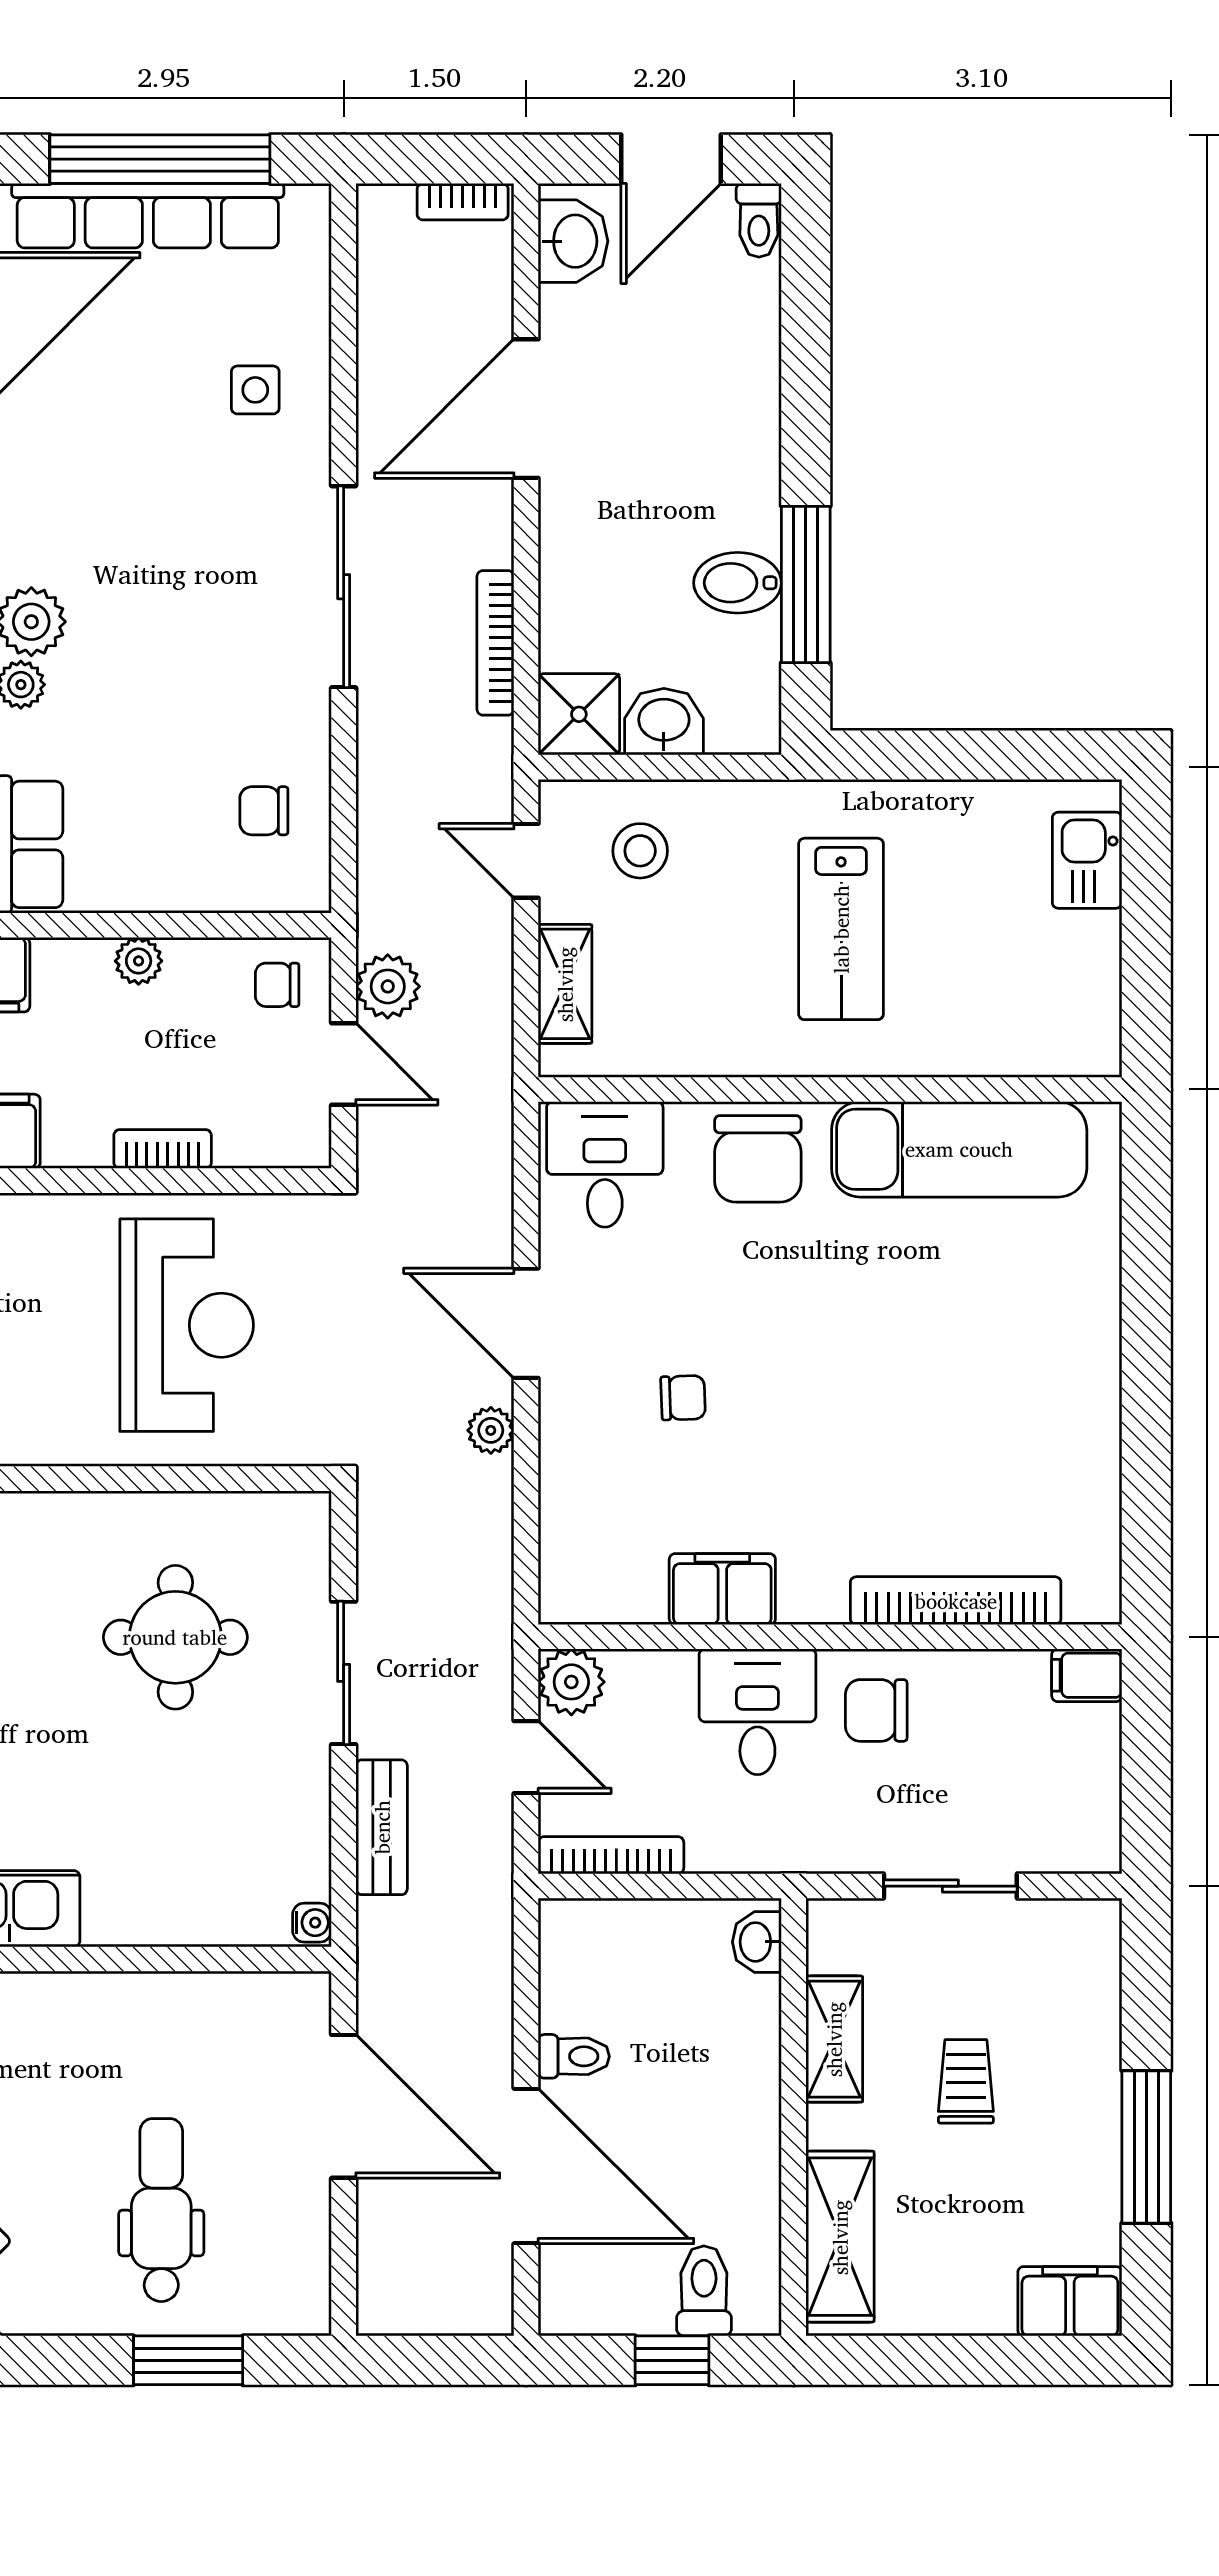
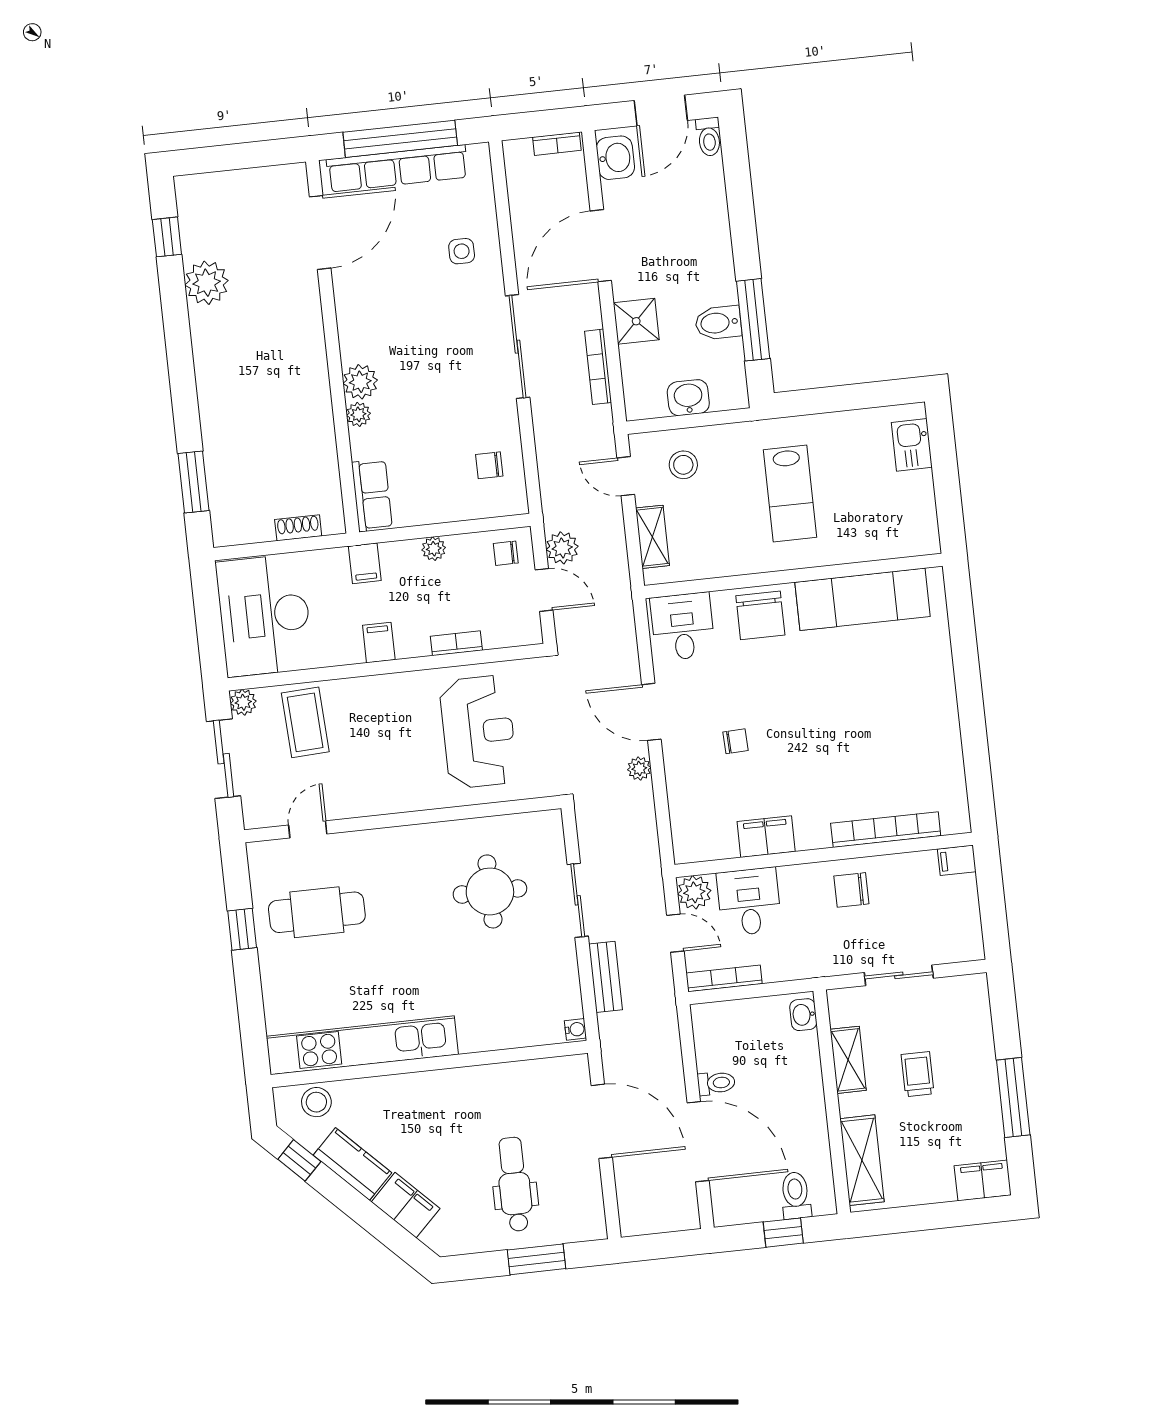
shower: (579, 714) -> (636, 321), moved
desk: (757, 1712) -> (749, 902), moved

